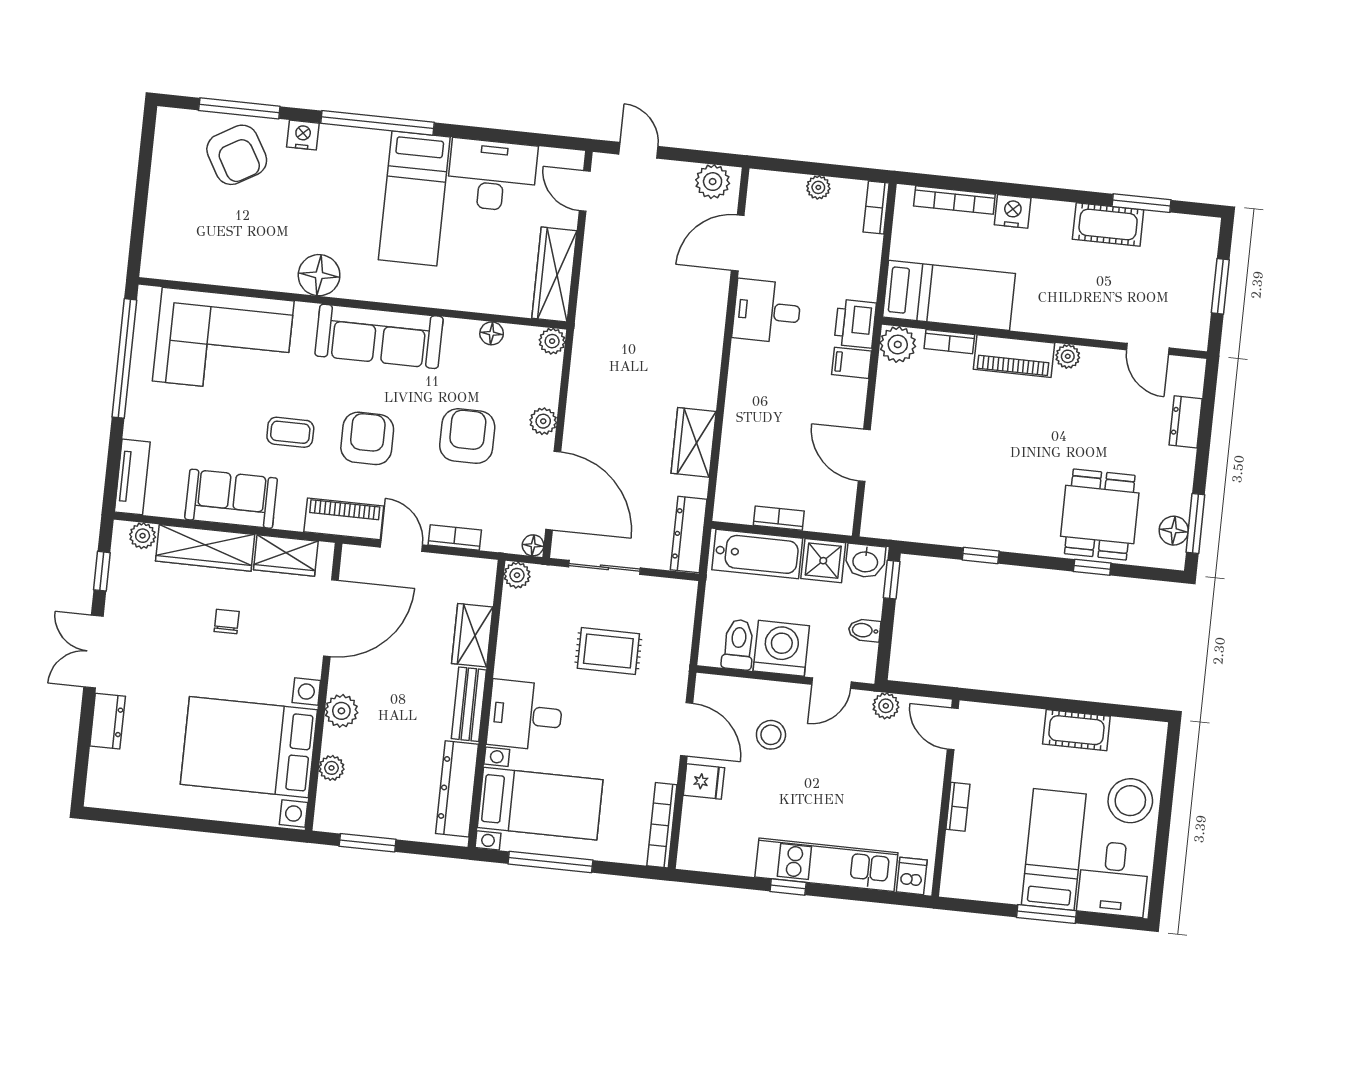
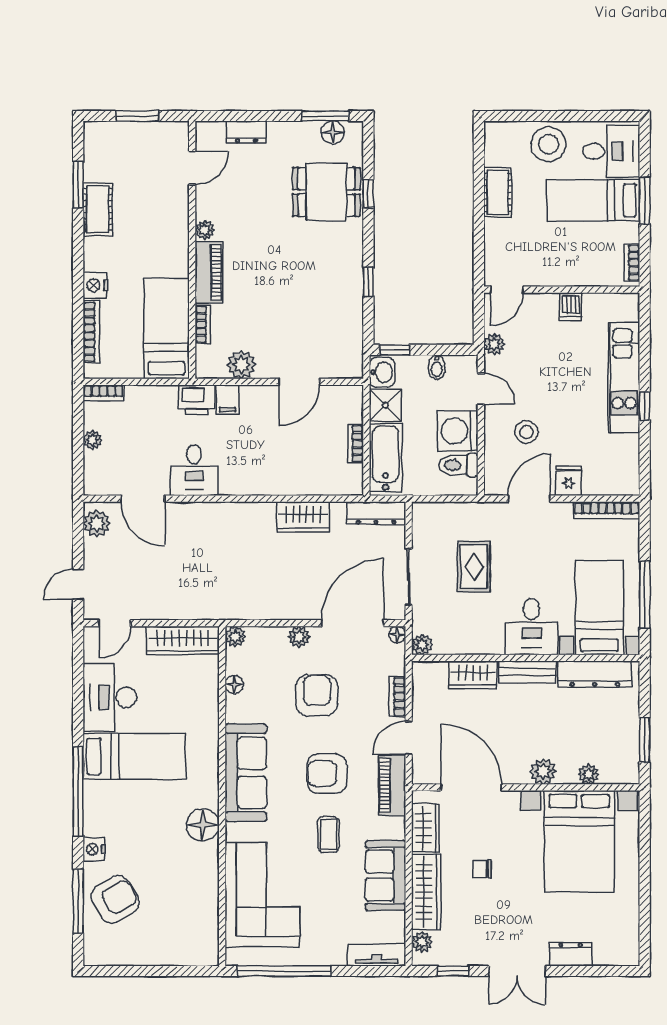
plant: (898, 344) -> (241, 365), moved
armchair: (467, 436) -> (317, 695), turned 90
bookcase: (958, 807) -> (632, 263), moved, turned -90
dishwasher: (912, 876) -> (571, 307), moved, turned -90

